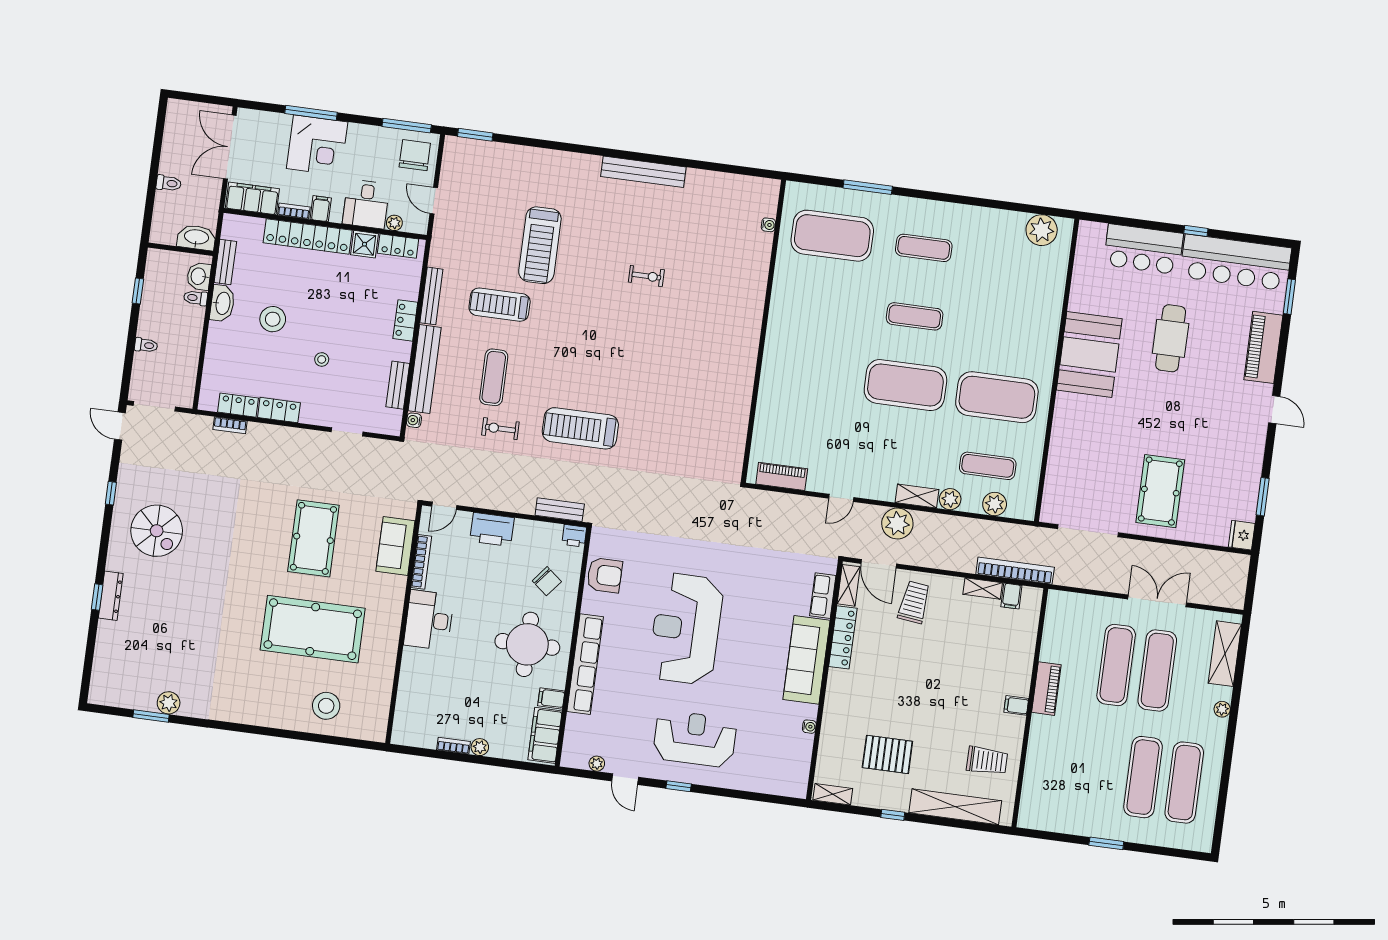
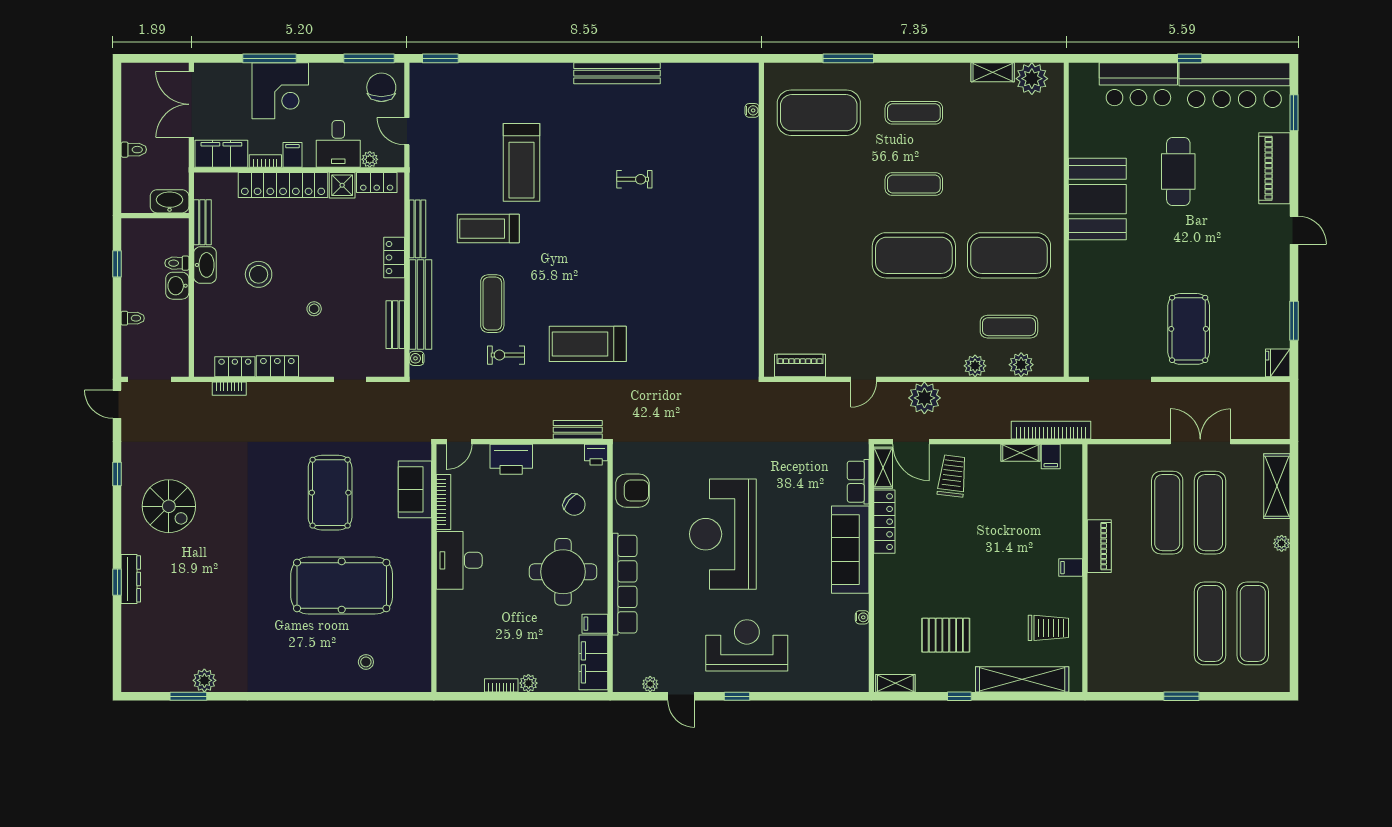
washbasin: (199, 276) -> (177, 286), moved
shelving: (917, 496) -> (993, 72), moved
stool: (326, 706) -> (366, 662), width x0.53, depth x0.53

